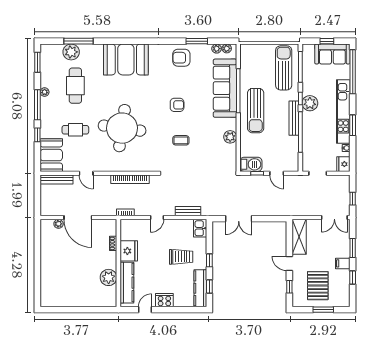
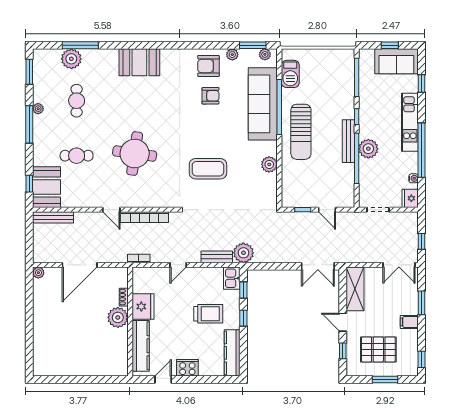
window: (197, 41) -> (253, 45), moved
plant: (217, 49) -> (232, 55), moved
booth: (126, 59) -> (139, 62), width x0.73, depth x0.70
sun lounger: (284, 68) -> (336, 79), removed
window: (353, 72) -> (422, 83), width x0.32
cafe table: (75, 86) -> (77, 101), width x0.73, depth x0.74
plant: (310, 103) -> (368, 149), moved
armchair: (177, 105) -> (211, 96), moved
kitchen unit: (343, 112) -> (410, 122), width x0.73
window: (353, 125) -> (422, 150), width x2.11
round table: (122, 128) -> (135, 154), width x0.73, depth x0.73
window: (37, 135) -> (29, 184), moved
coffee table: (181, 140) -> (208, 169), width x1.86, depth x1.72
barbecue: (251, 164) -> (290, 74), moved, turned 90
door: (86, 173) -> (111, 210), moved
plant: (210, 208) -> (243, 253), added
door: (78, 218) -> (80, 265), hinge flipped
double door: (239, 219) -> (318, 266), moved
plant: (59, 224) -> (38, 273), moved
plant: (109, 277) -> (118, 317), moved
window: (353, 277) -> (422, 359), moved
window: (209, 286) -> (243, 290), moved
pallet: (318, 286) -> (378, 349), turned 90

